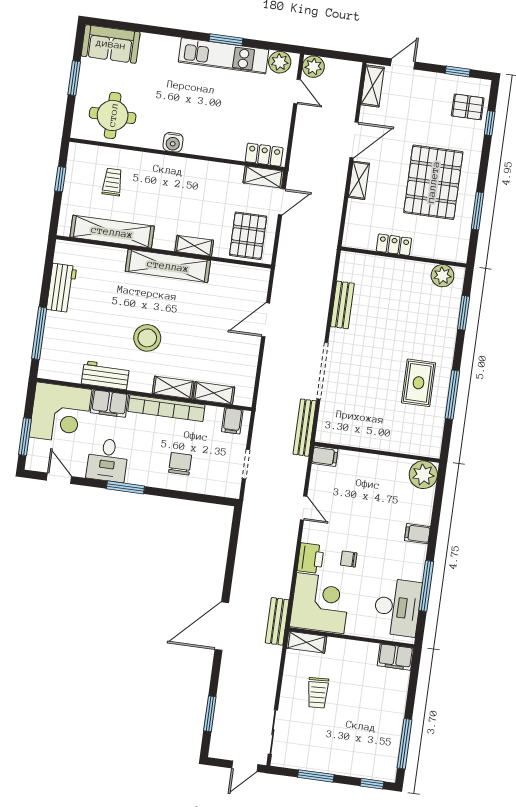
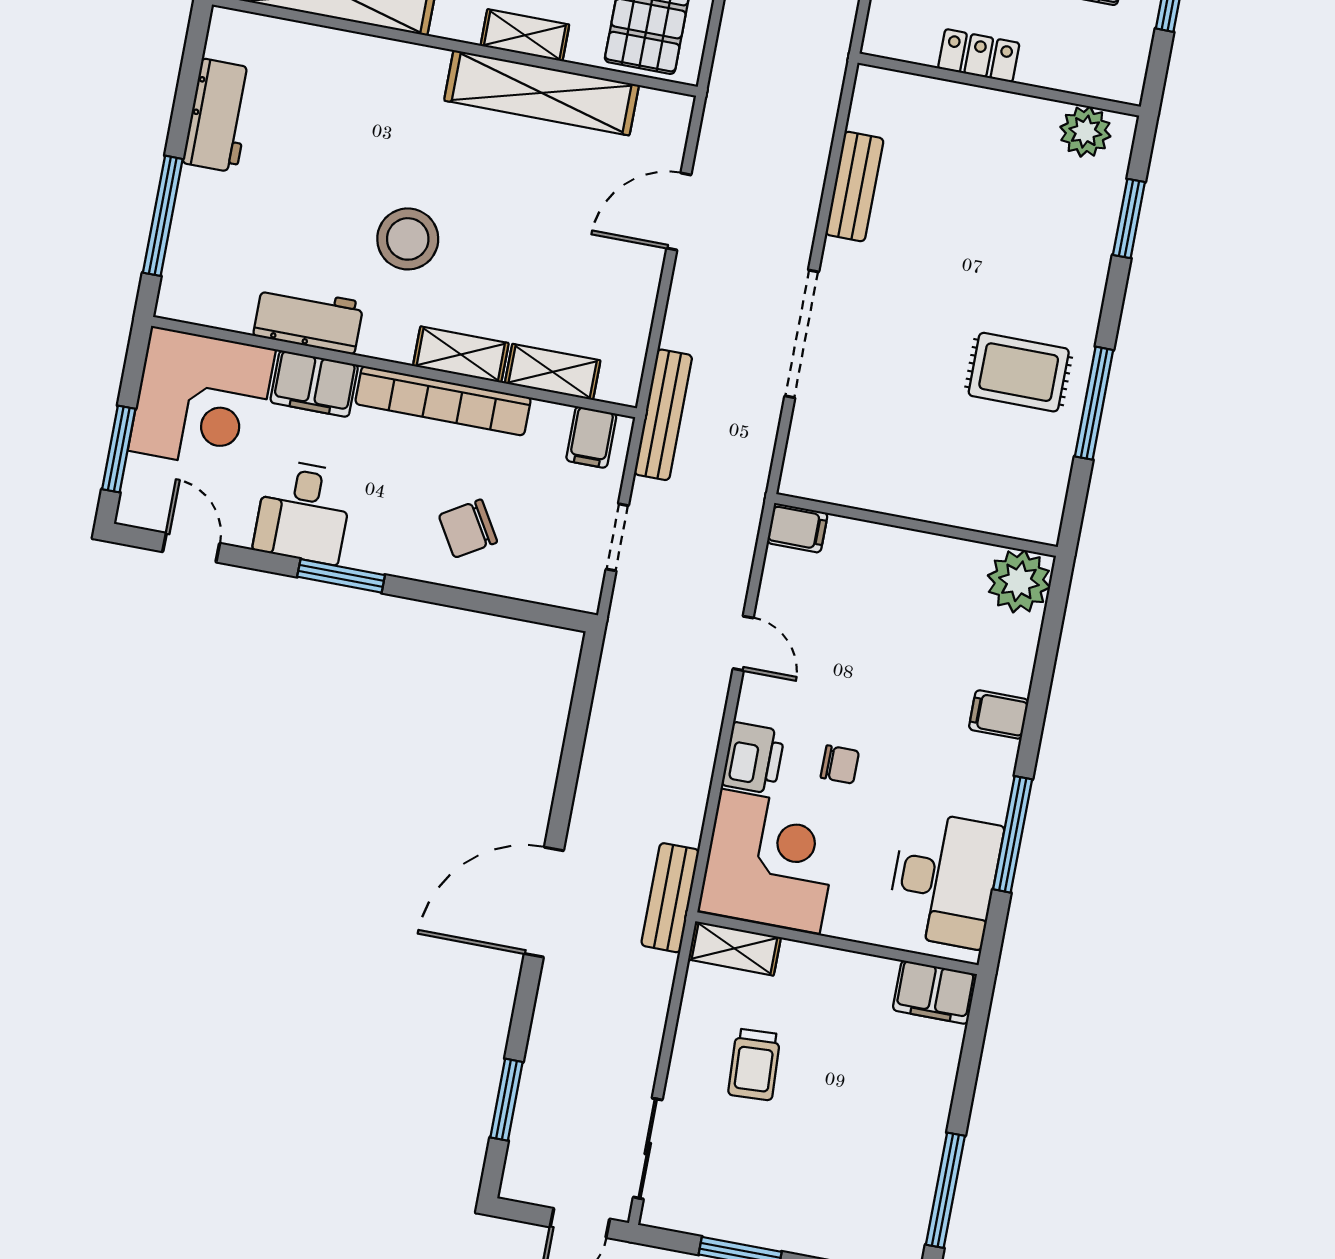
shelving: (168, 266) -> (542, 93), moved
rug: (419, 383) -> (1019, 372), turned 90
bench: (305, 428) -> (663, 415), moved
chair: (180, 464) -> (468, 529), turned -121
chair: (349, 559) -> (840, 764), turned 180

